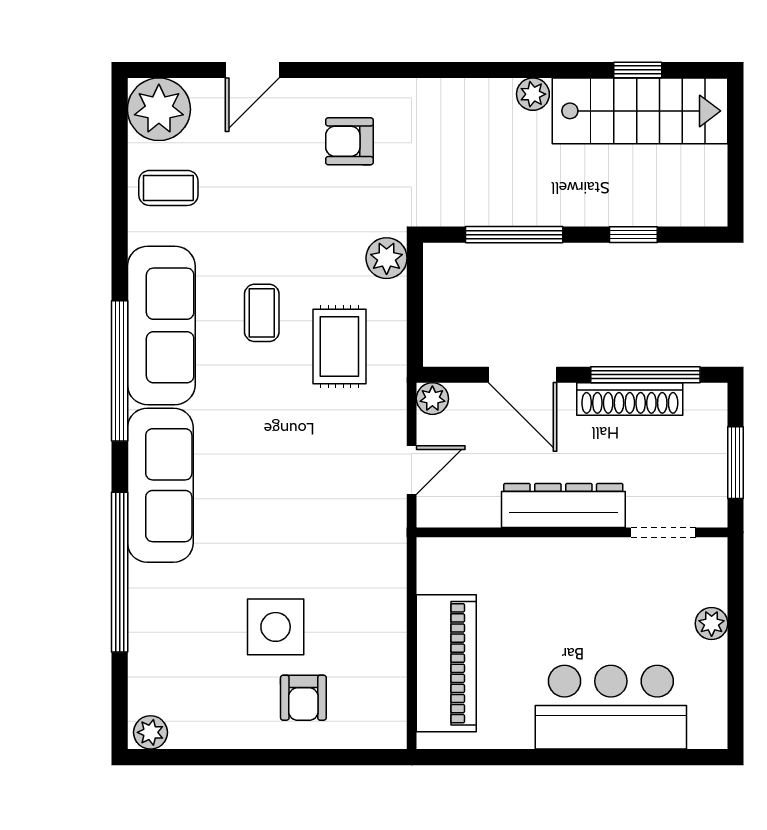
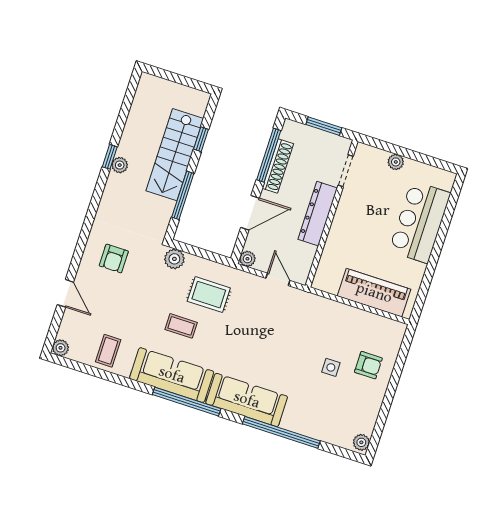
window: (638, 70) -> (110, 157), moved
plant: (159, 109) -> (61, 348), width x0.53, depth x0.53
stairs: (640, 111) -> (175, 155), moved, turned 180
side table: (276, 627) -> (331, 367), width x0.54, depth x0.54

